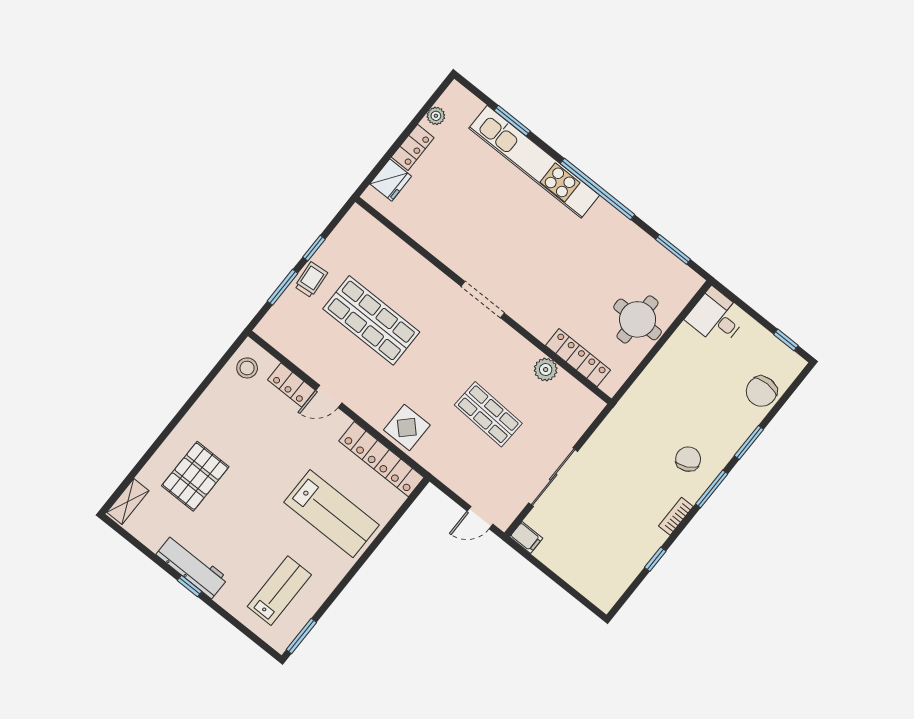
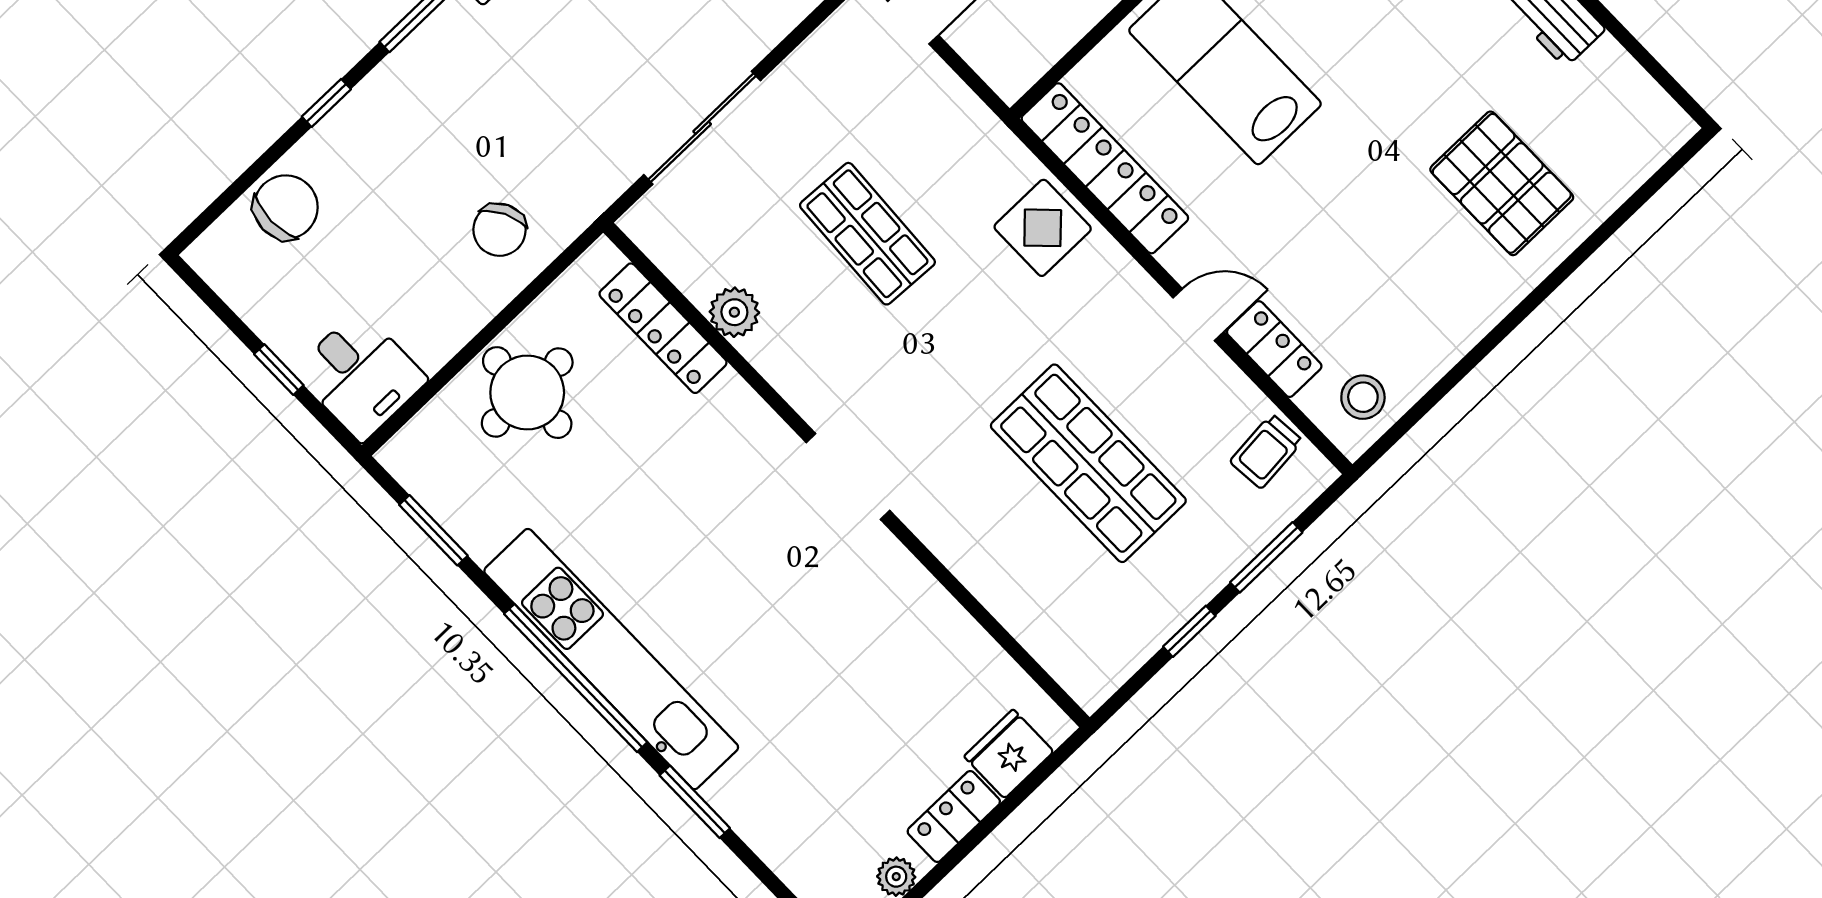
window: (512, 121) -> (695, 802), moved
kitchen unit: (534, 162) -> (611, 659), moved
trolley: (311, 280) -> (1266, 451), moved
window: (786, 340) -> (279, 370), moved
window: (749, 442) -> (326, 103), width x0.67
chair: (688, 459) -> (500, 230), moved
pallet: (195, 476) -> (1502, 183), turned 90
sliding door: (553, 477) -> (702, 128), moved
shelving: (128, 502) -> (1651, 148), removed

